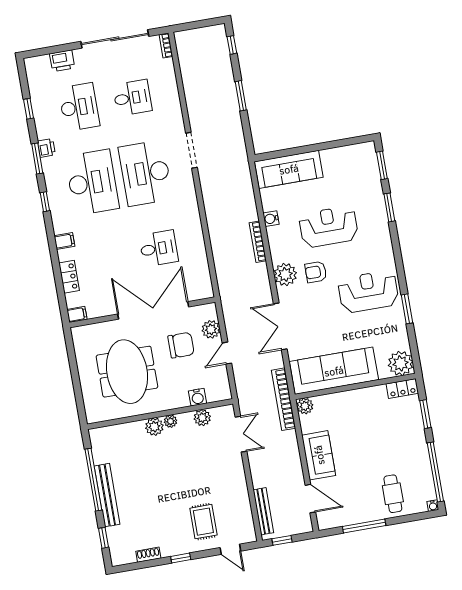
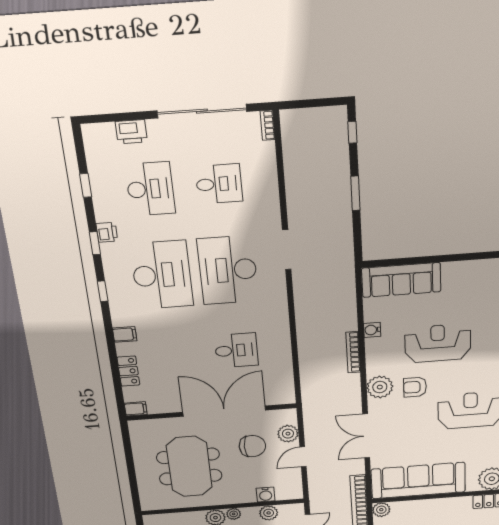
window: (37, 158) -> (95, 243), width x0.67

